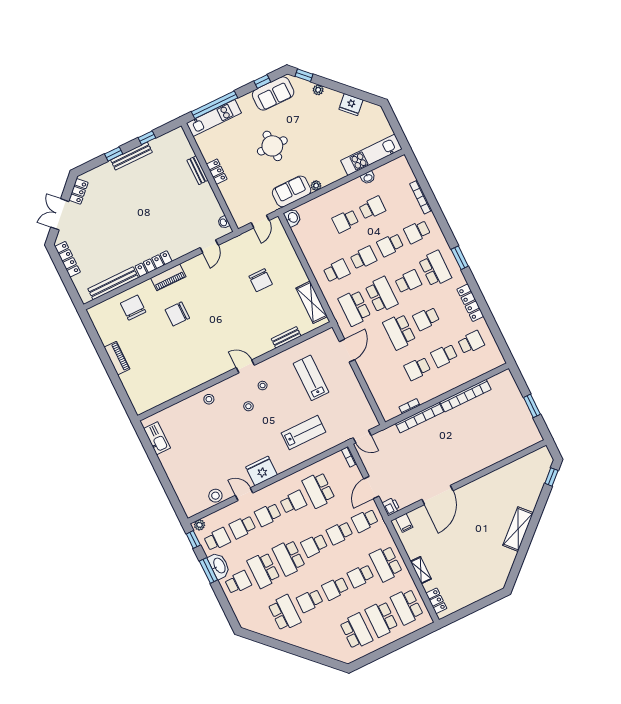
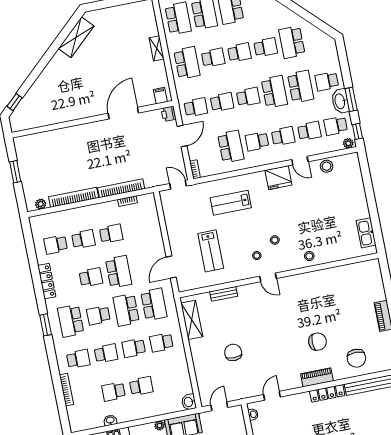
plant: (497, 380) -> (41, 204), added
shelving: (518, 529) -> (76, 37), moved
locker: (436, 601) -> (150, 17), removed

